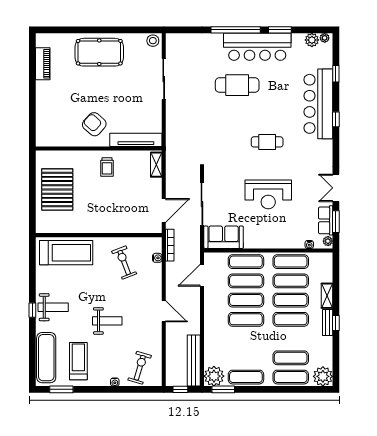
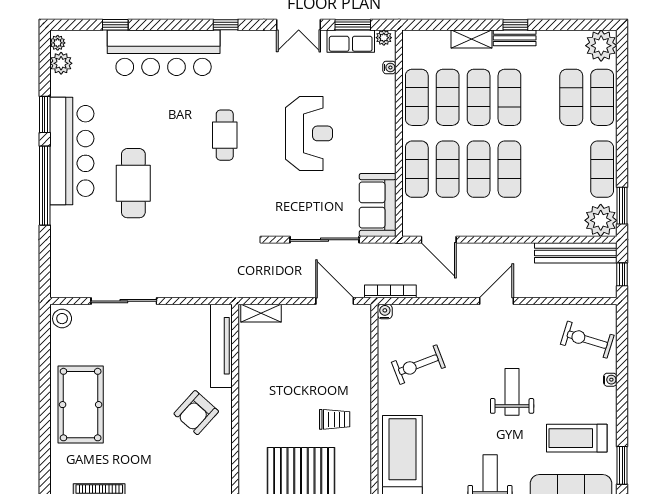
window: (336, 119) -> (226, 25), moved
trolley: (107, 167) -> (335, 419), moved
water cooler: (157, 258) -> (385, 312), moved

